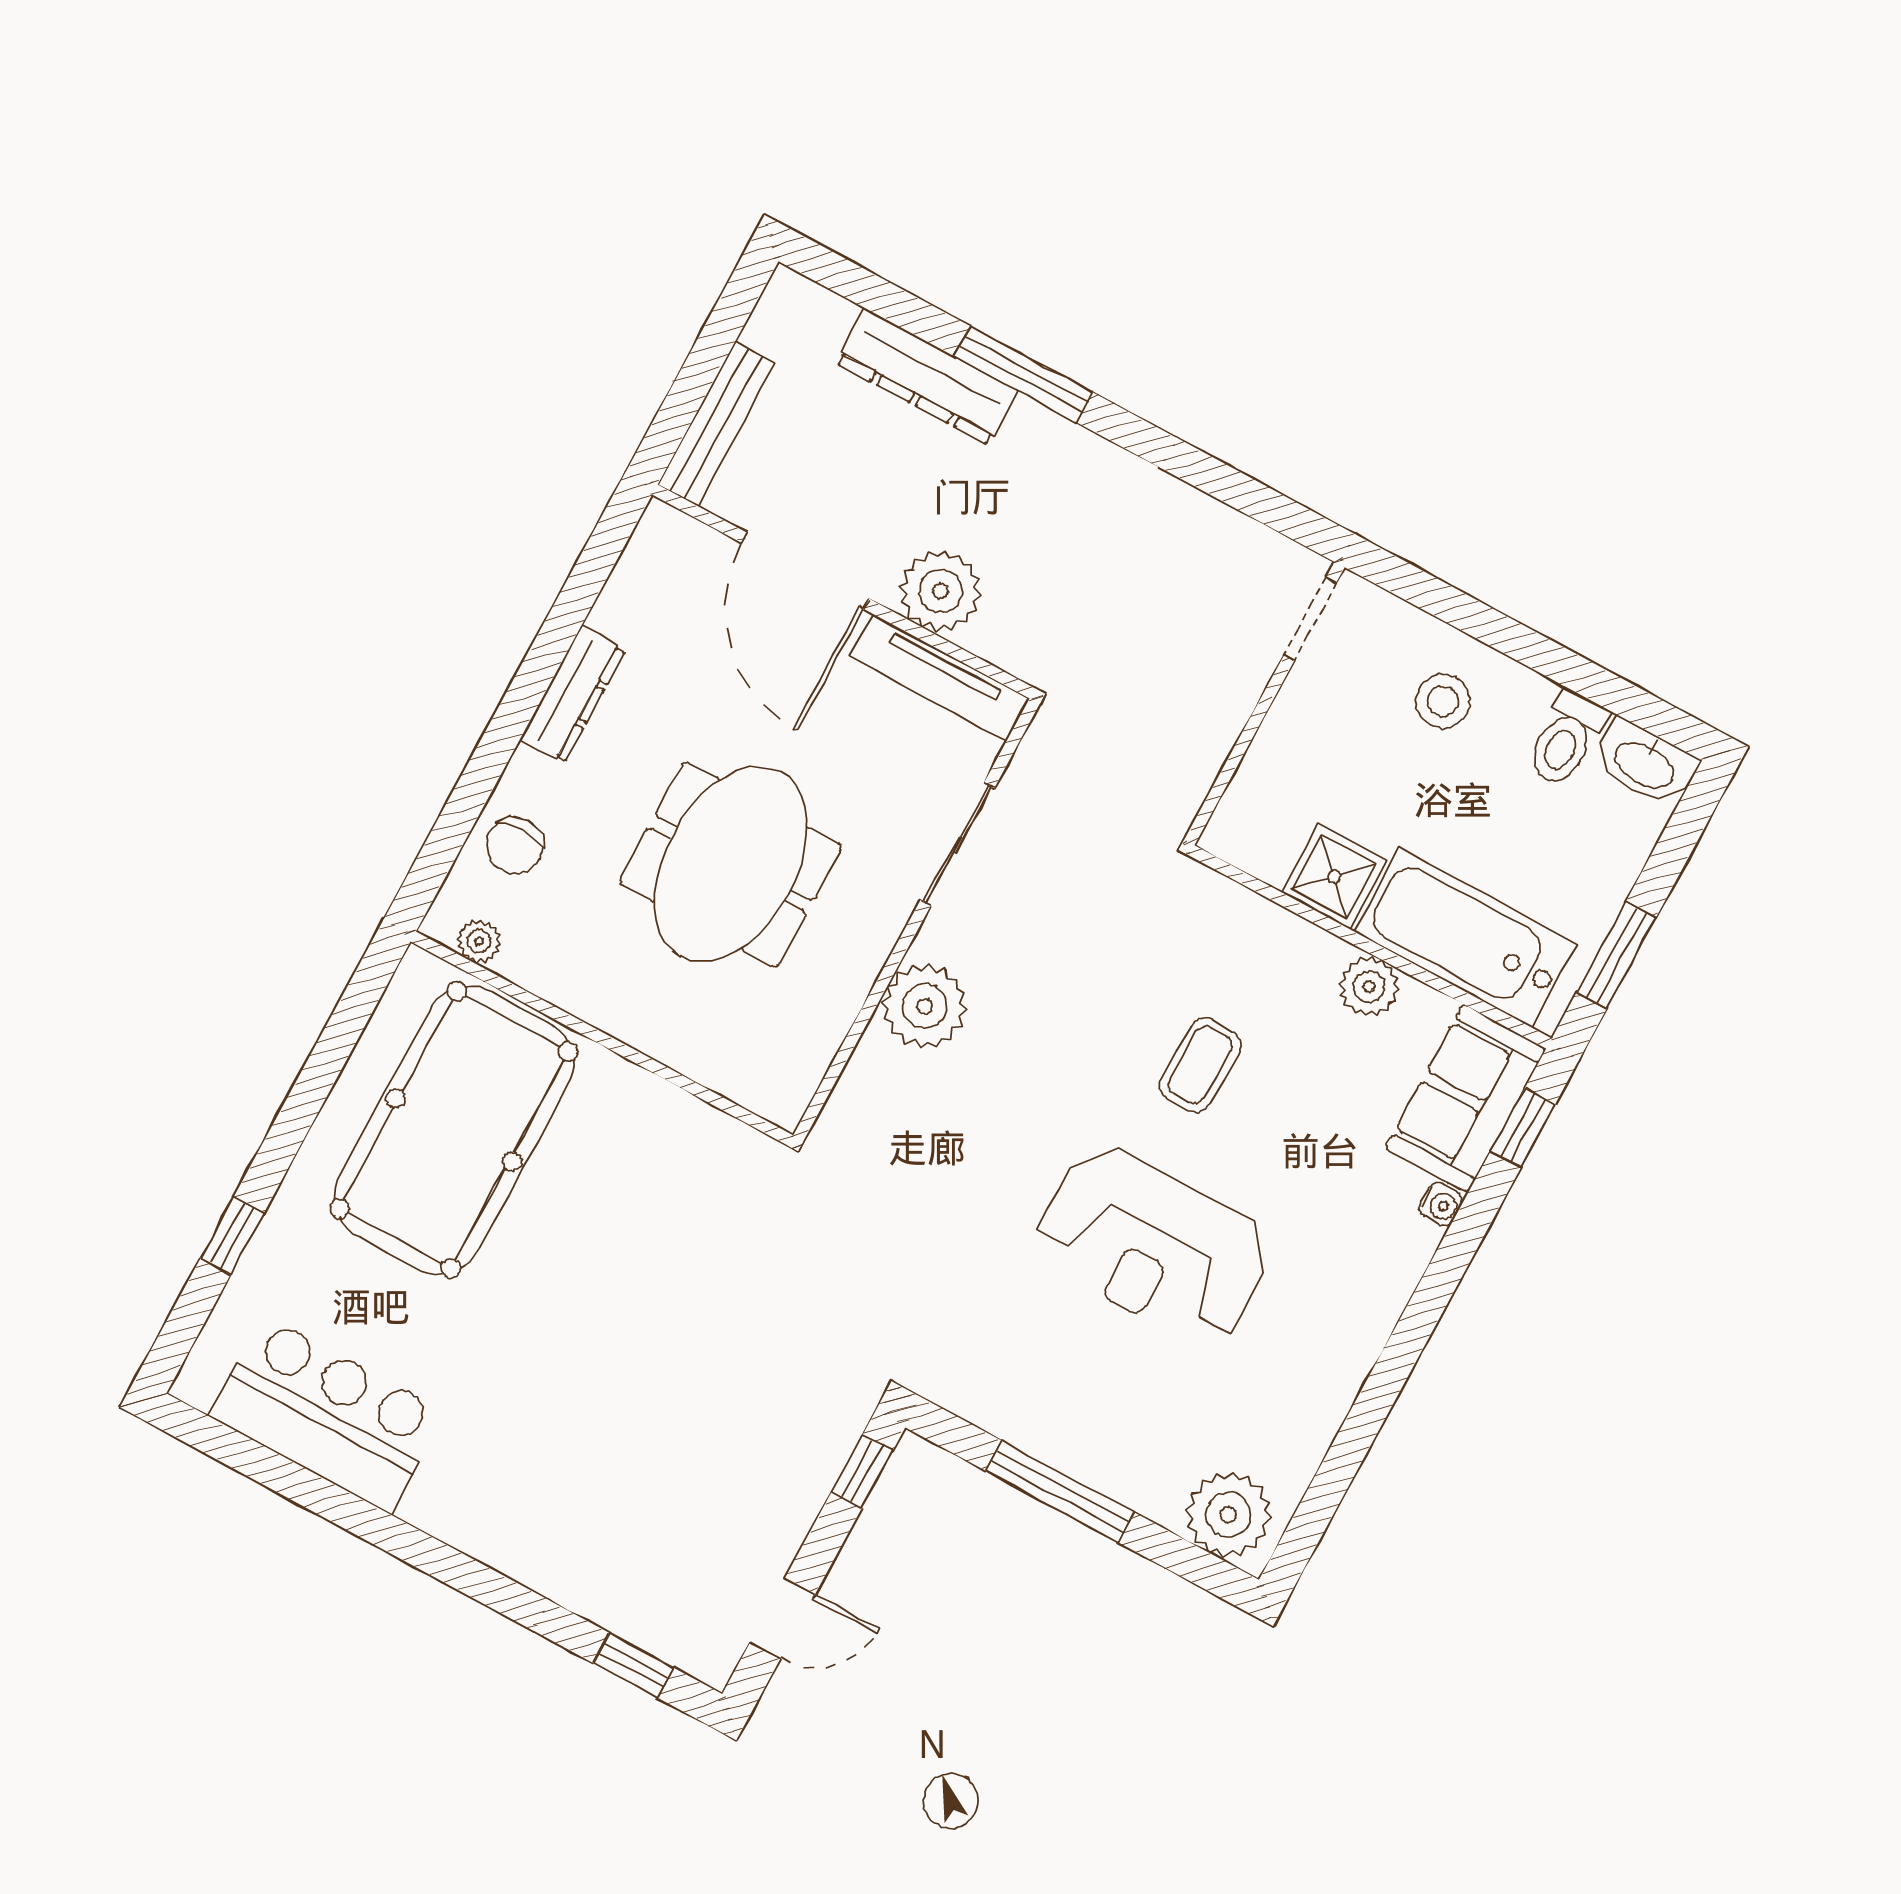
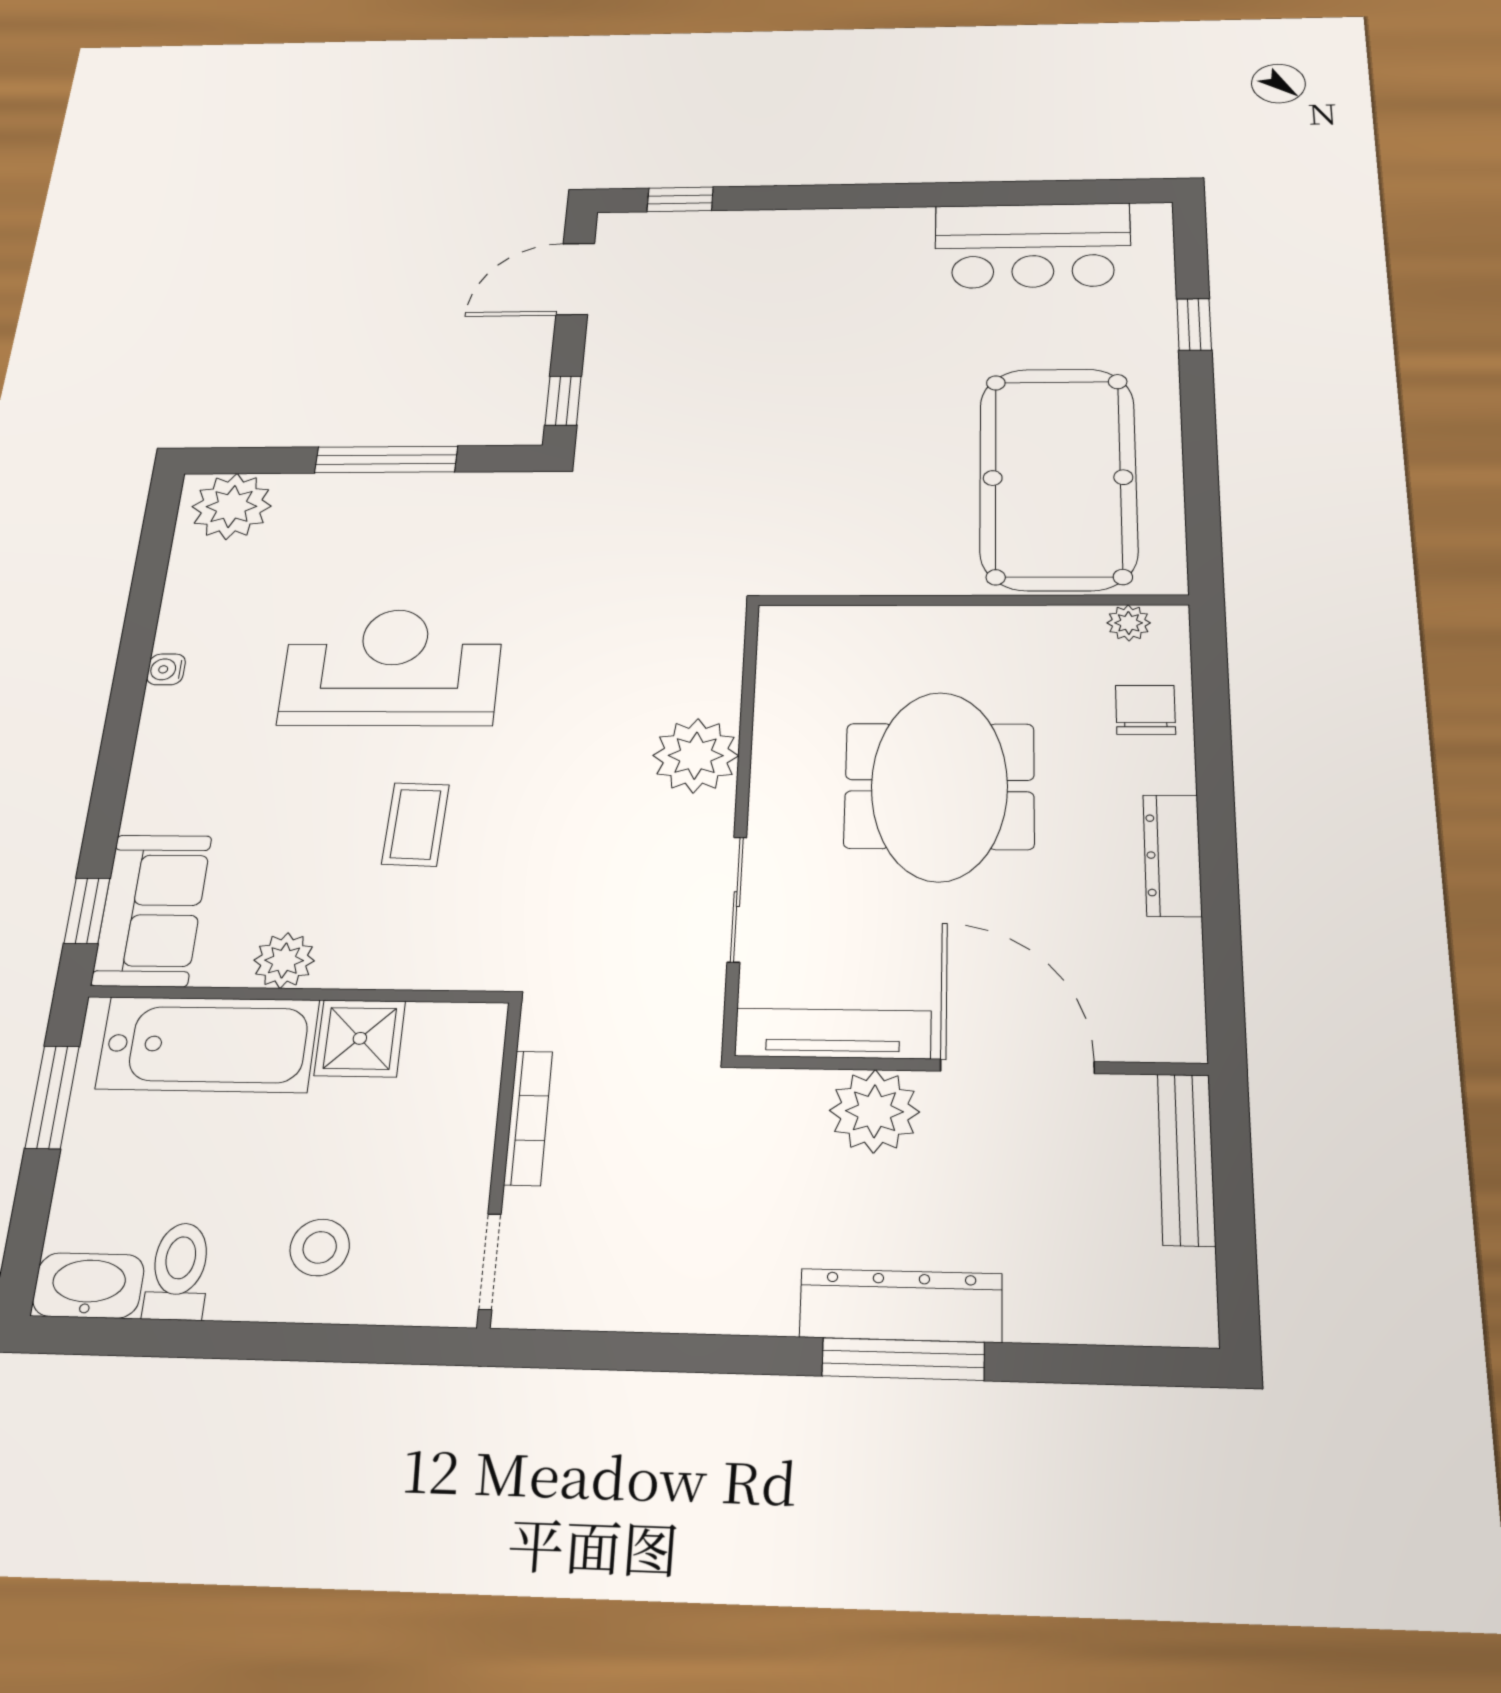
dresser: (927, 377) -> (901, 1305), moved
bookcase: (1224, 730) -> (528, 1118), added
water cooler: (1441, 1205) -> (166, 669), moved
door: (783, 1618) -> (575, 279), width x1.38

